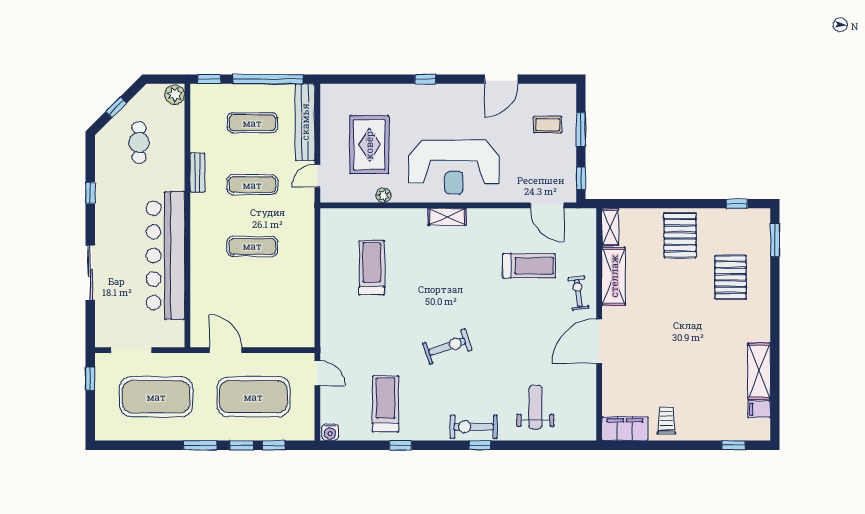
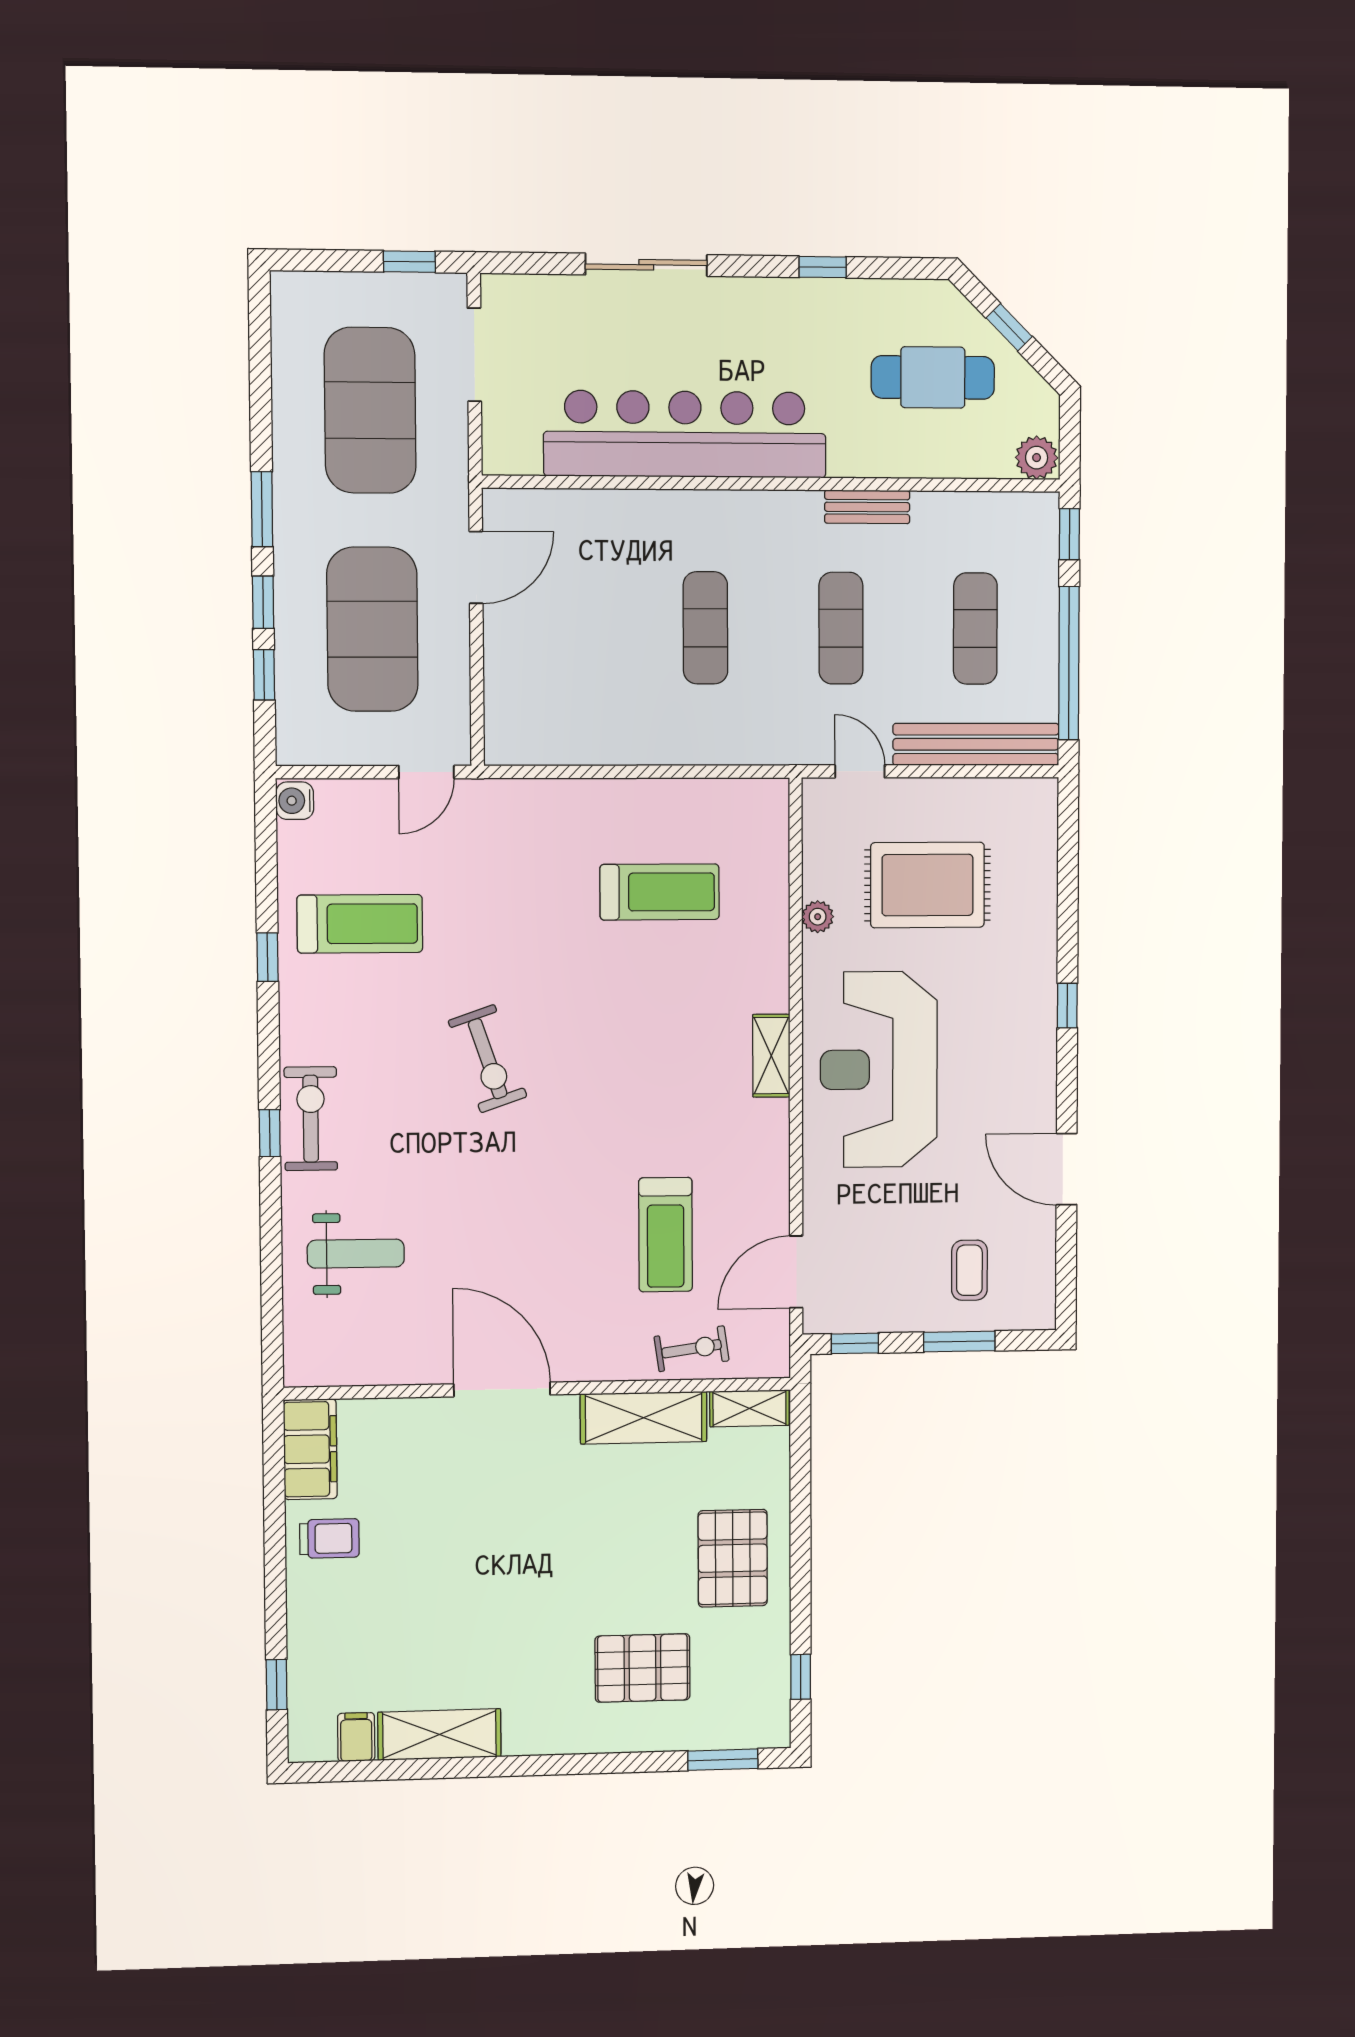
cafe table: (139, 142) -> (933, 377), width x1.37, depth x1.35
pallet: (680, 235) -> (733, 1558), turned 90
exercise bike: (578, 293) -> (692, 1349), moved

